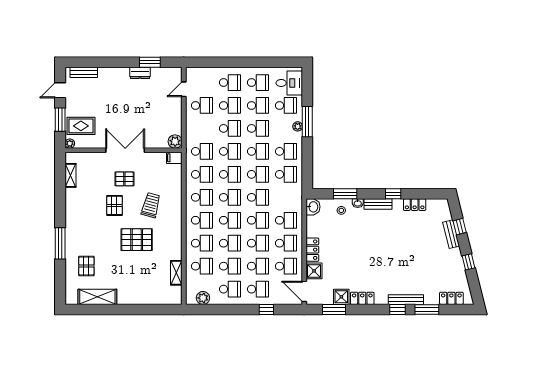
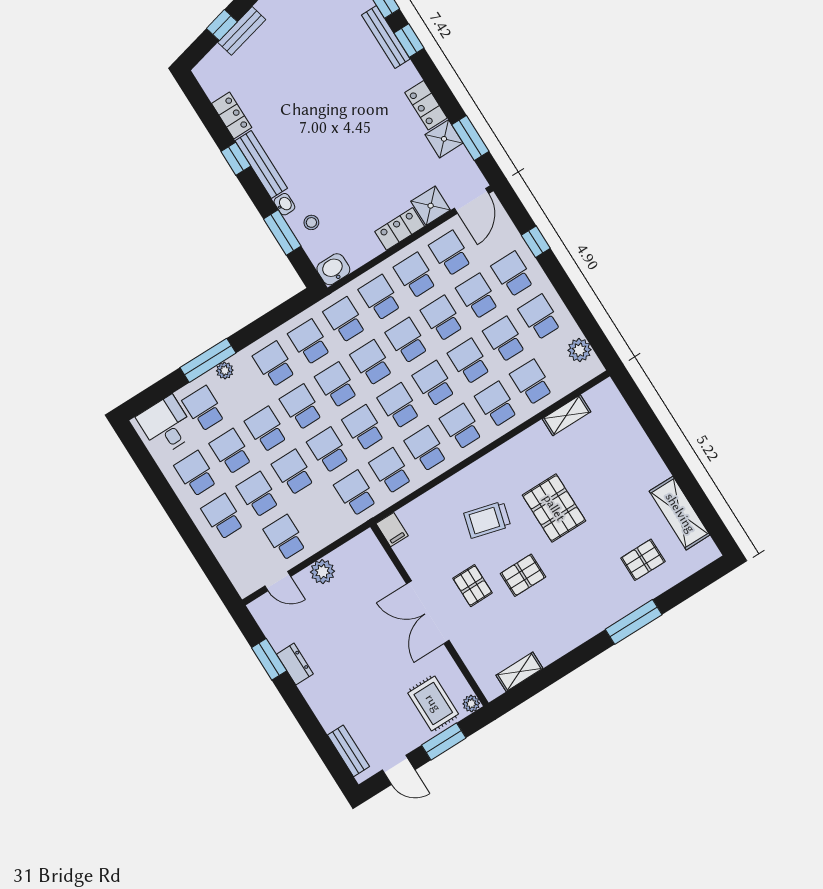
plant: (175, 141) -> (322, 572), moved
school desk: (286, 197) -> (345, 320), added
bench: (378, 204) -> (261, 164), width x1.36

